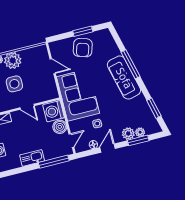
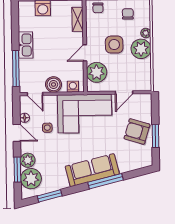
plant: (41, 93) -> (97, 72), added
washing machine: (54, 111) -> (73, 87), width x0.53, depth x0.53
plant: (140, 132) -> (31, 179), width x1.87, depth x1.87

